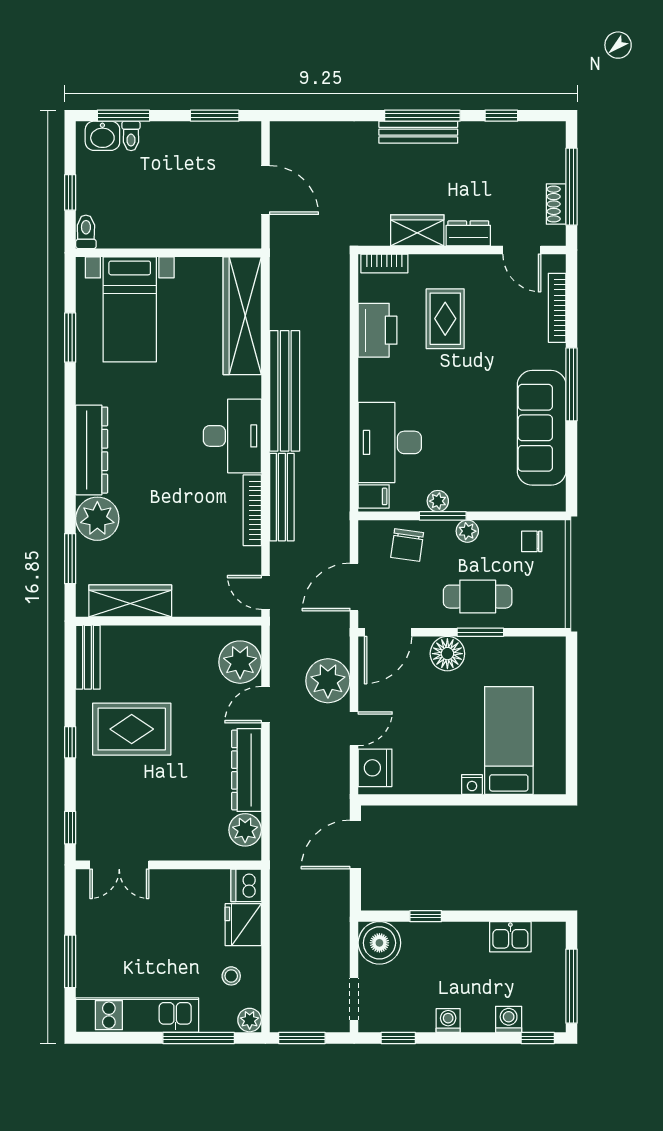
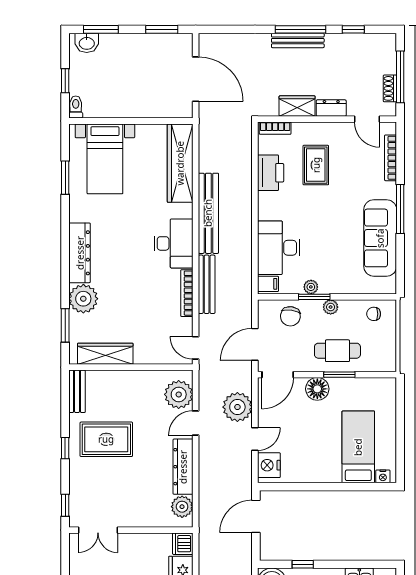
toilet: (131, 136) -> (106, 43), removed
door: (265, 190) -> (196, 79), width x1.36
nightstand: (472, 784) -> (383, 476), moved

